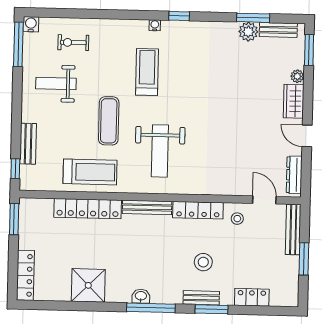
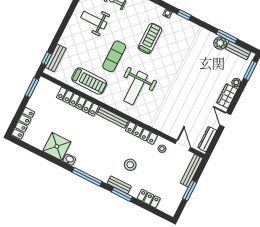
bench: (28, 144) -> (56, 58), moved
washbasin: (141, 296) -> (69, 160), moved

